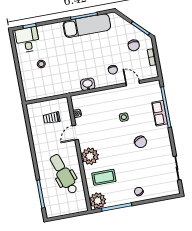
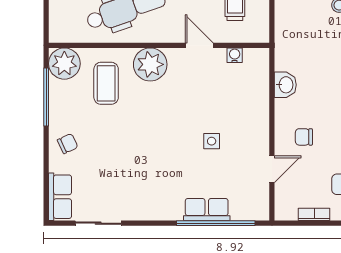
chair: (141, 142) -> (160, 164), removed
row of seats: (167, 190) -> (60, 197), added

